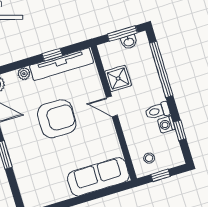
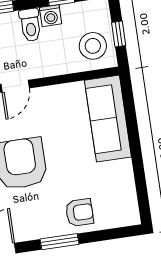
stool: (149, 158) -> (93, 46), width x1.89, depth x1.89
armchair: (28, 166) -> (79, 213), added

